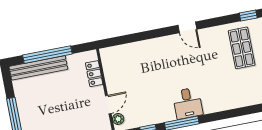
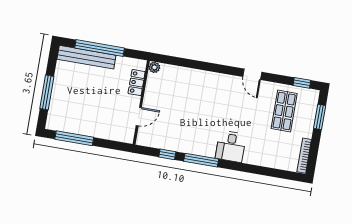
door: (187, 27) -> (252, 74), moved
desk: (188, 103) -> (231, 146), moved
plant: (118, 119) -> (154, 67), moved

